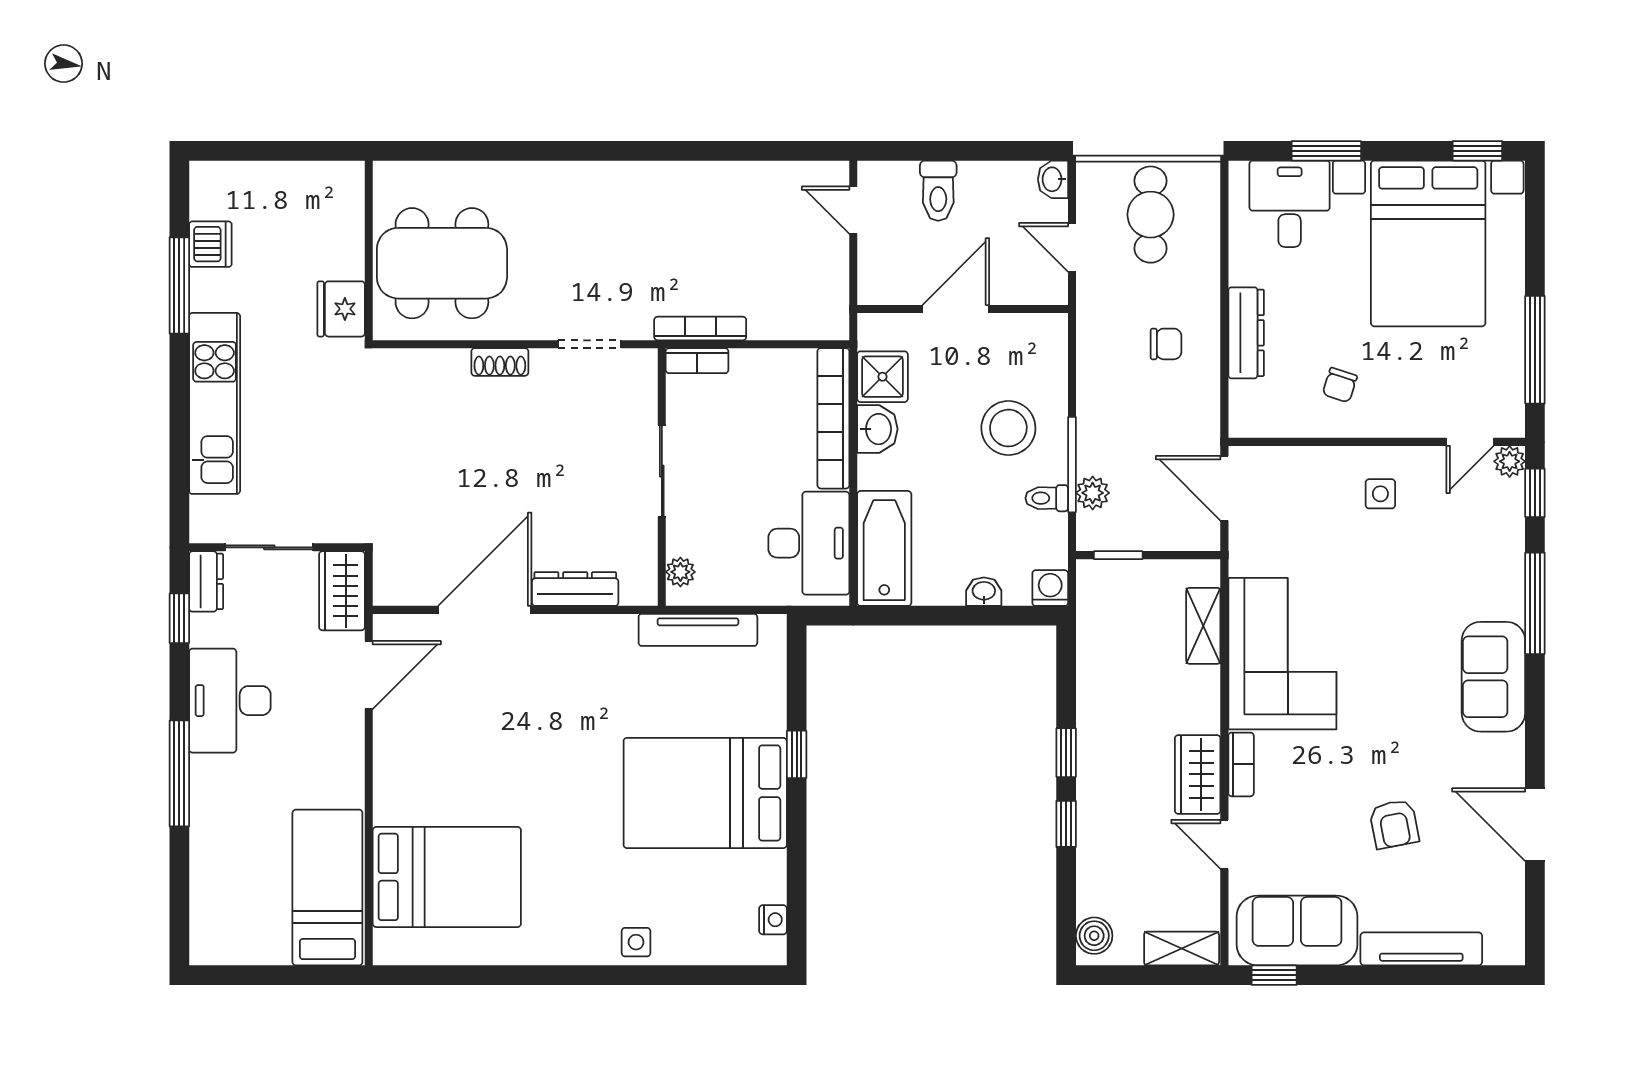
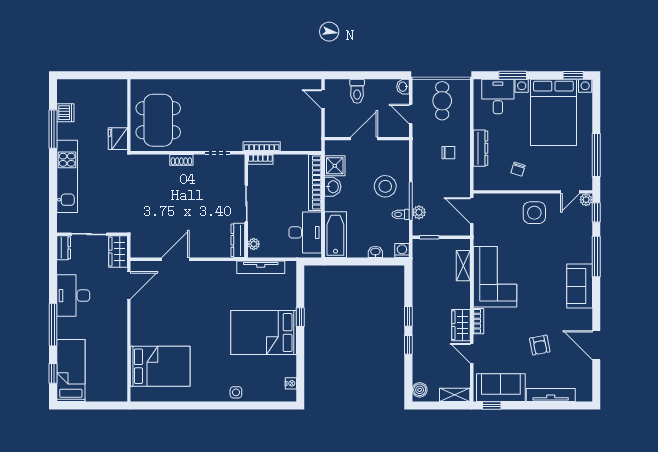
dining table: (442, 263) -> (158, 120), turned 90
side table: (1380, 494) -> (534, 213), width x1.87, depth x1.87
dresser: (575, 589) -> (238, 240), moved, turned -90
door: (485, 610) -> (175, 259), width x0.73
window: (179, 618) -> (53, 373), moved
bed: (327, 888) -> (71, 370), moved

